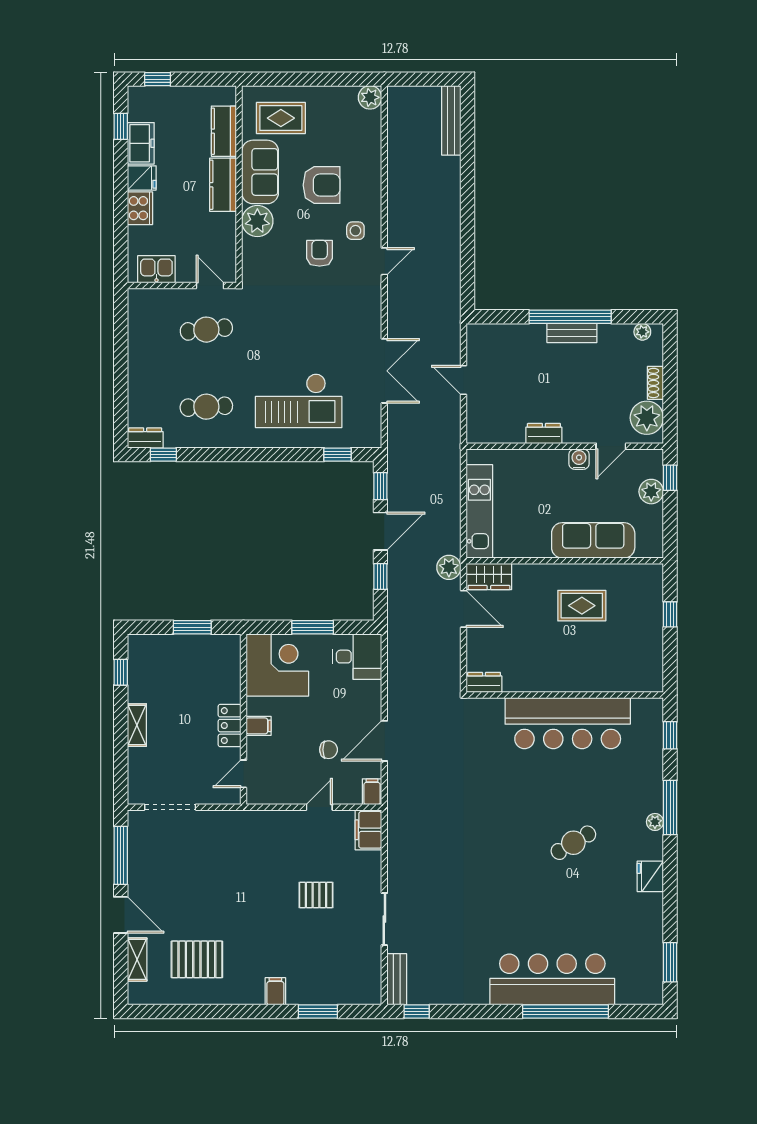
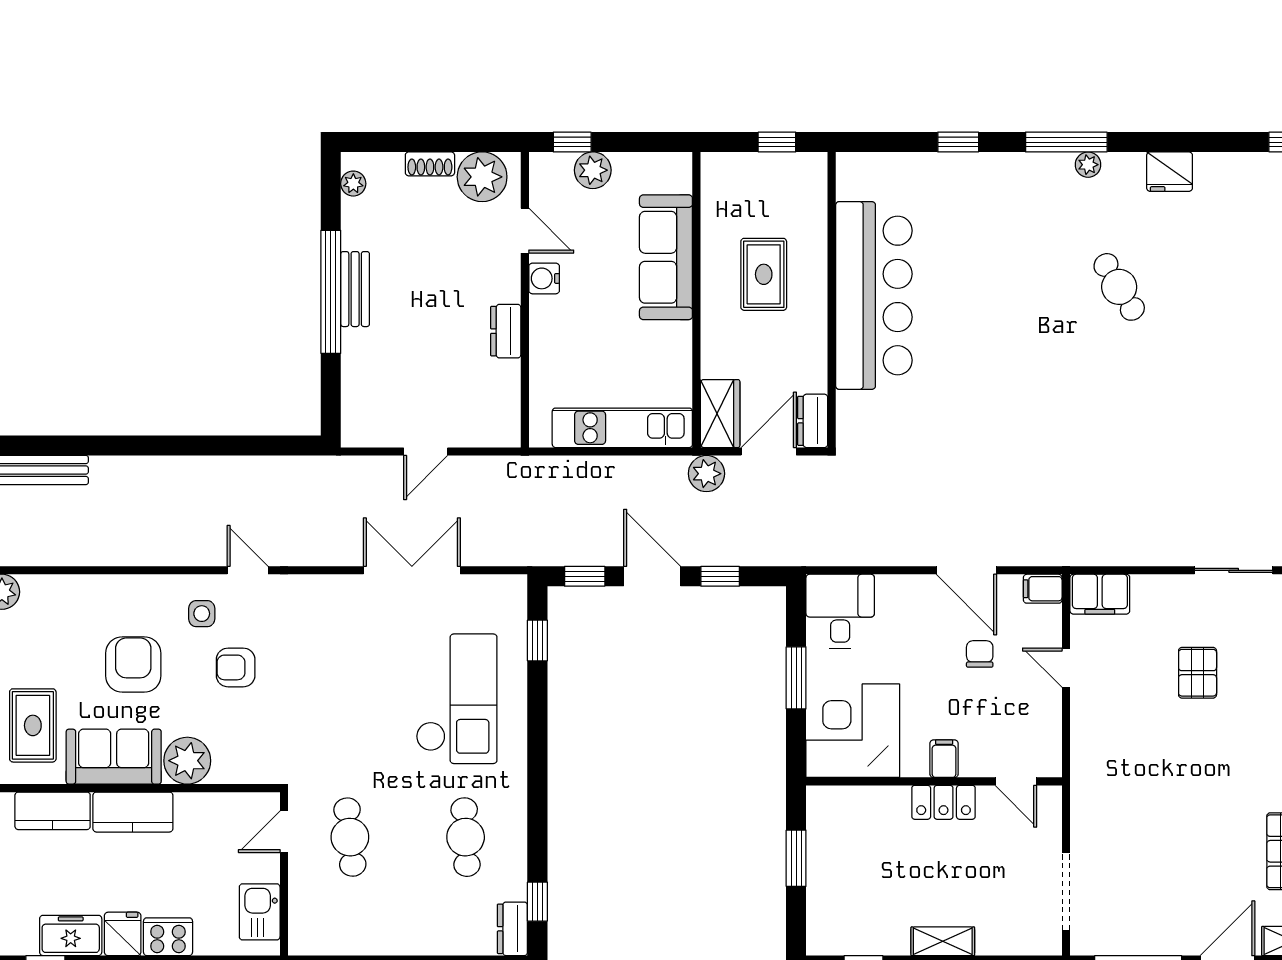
dresser: (484, 682) -> (813, 421), moved
wall: (565, 695) -> (832, 300), moved
bar counter: (568, 723) -> (874, 295), moved

